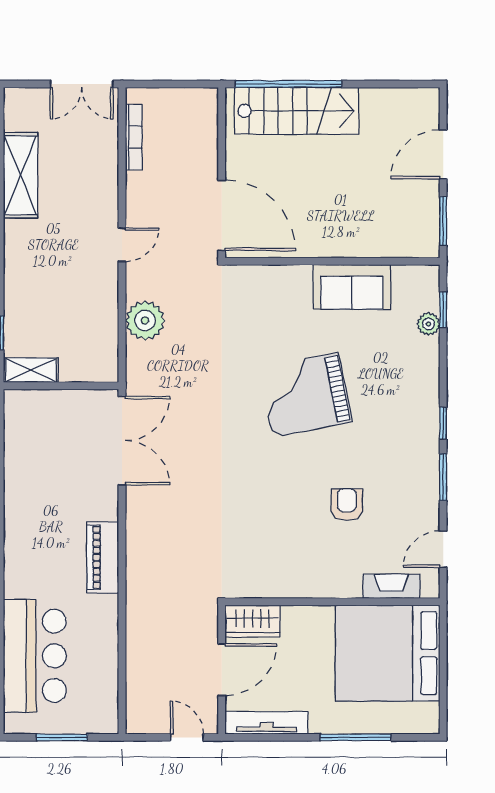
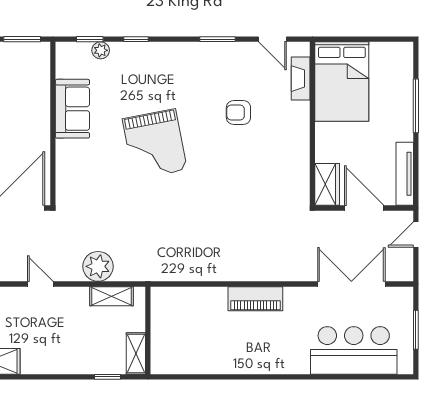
shelving: (106, 338) -> (111, 296), added
window: (443, 423) -> (136, 39), moved
double door: (122, 441) -> (351, 284), moved
piano: (103, 557) -> (255, 299), moved
bed: (388, 653) -> (342, 81), width x0.73

